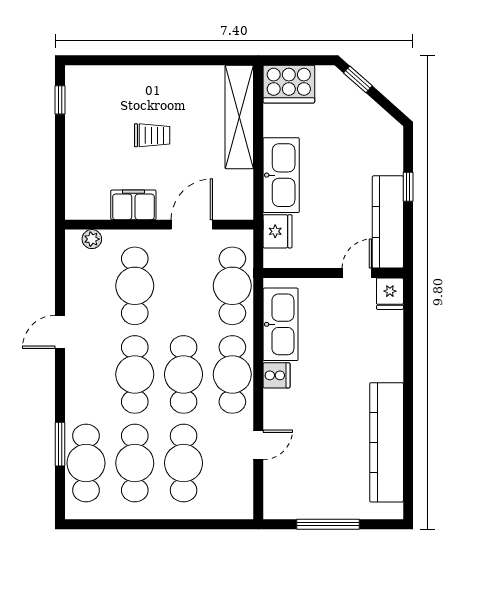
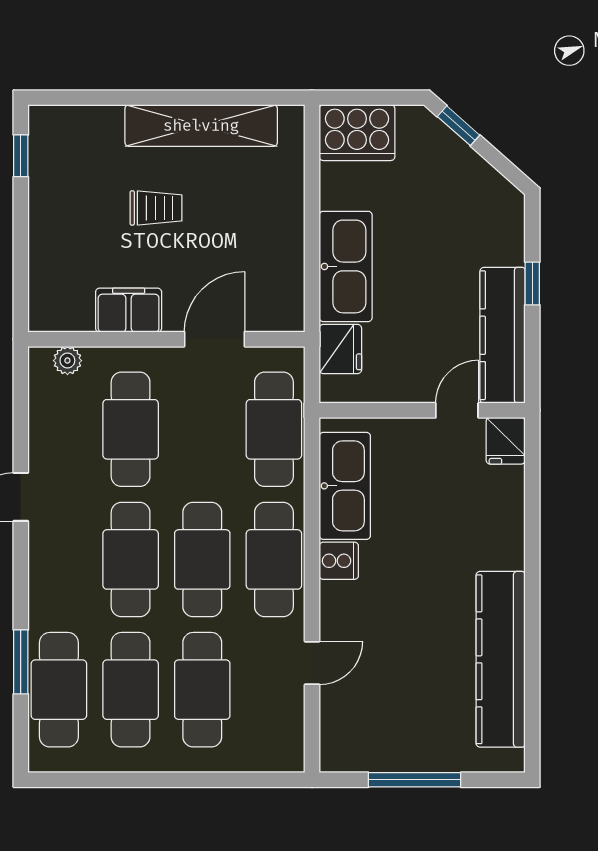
shelving: (239, 117) -> (201, 126), moved, turned 90

